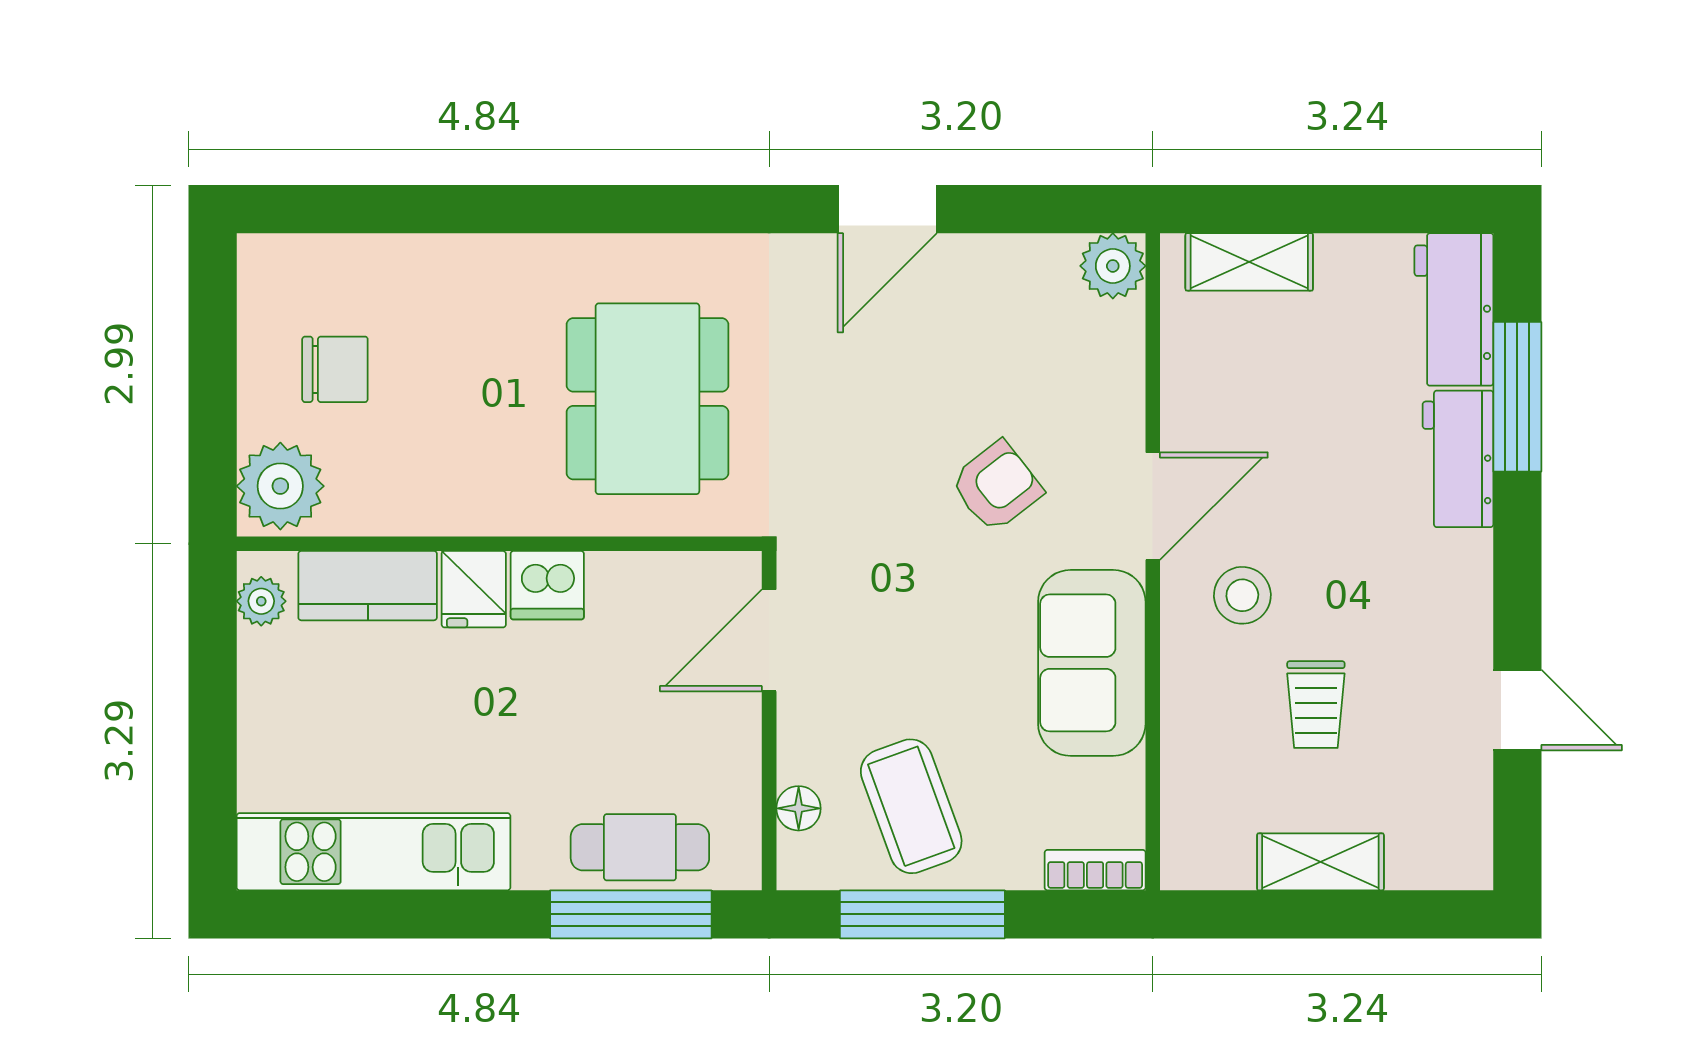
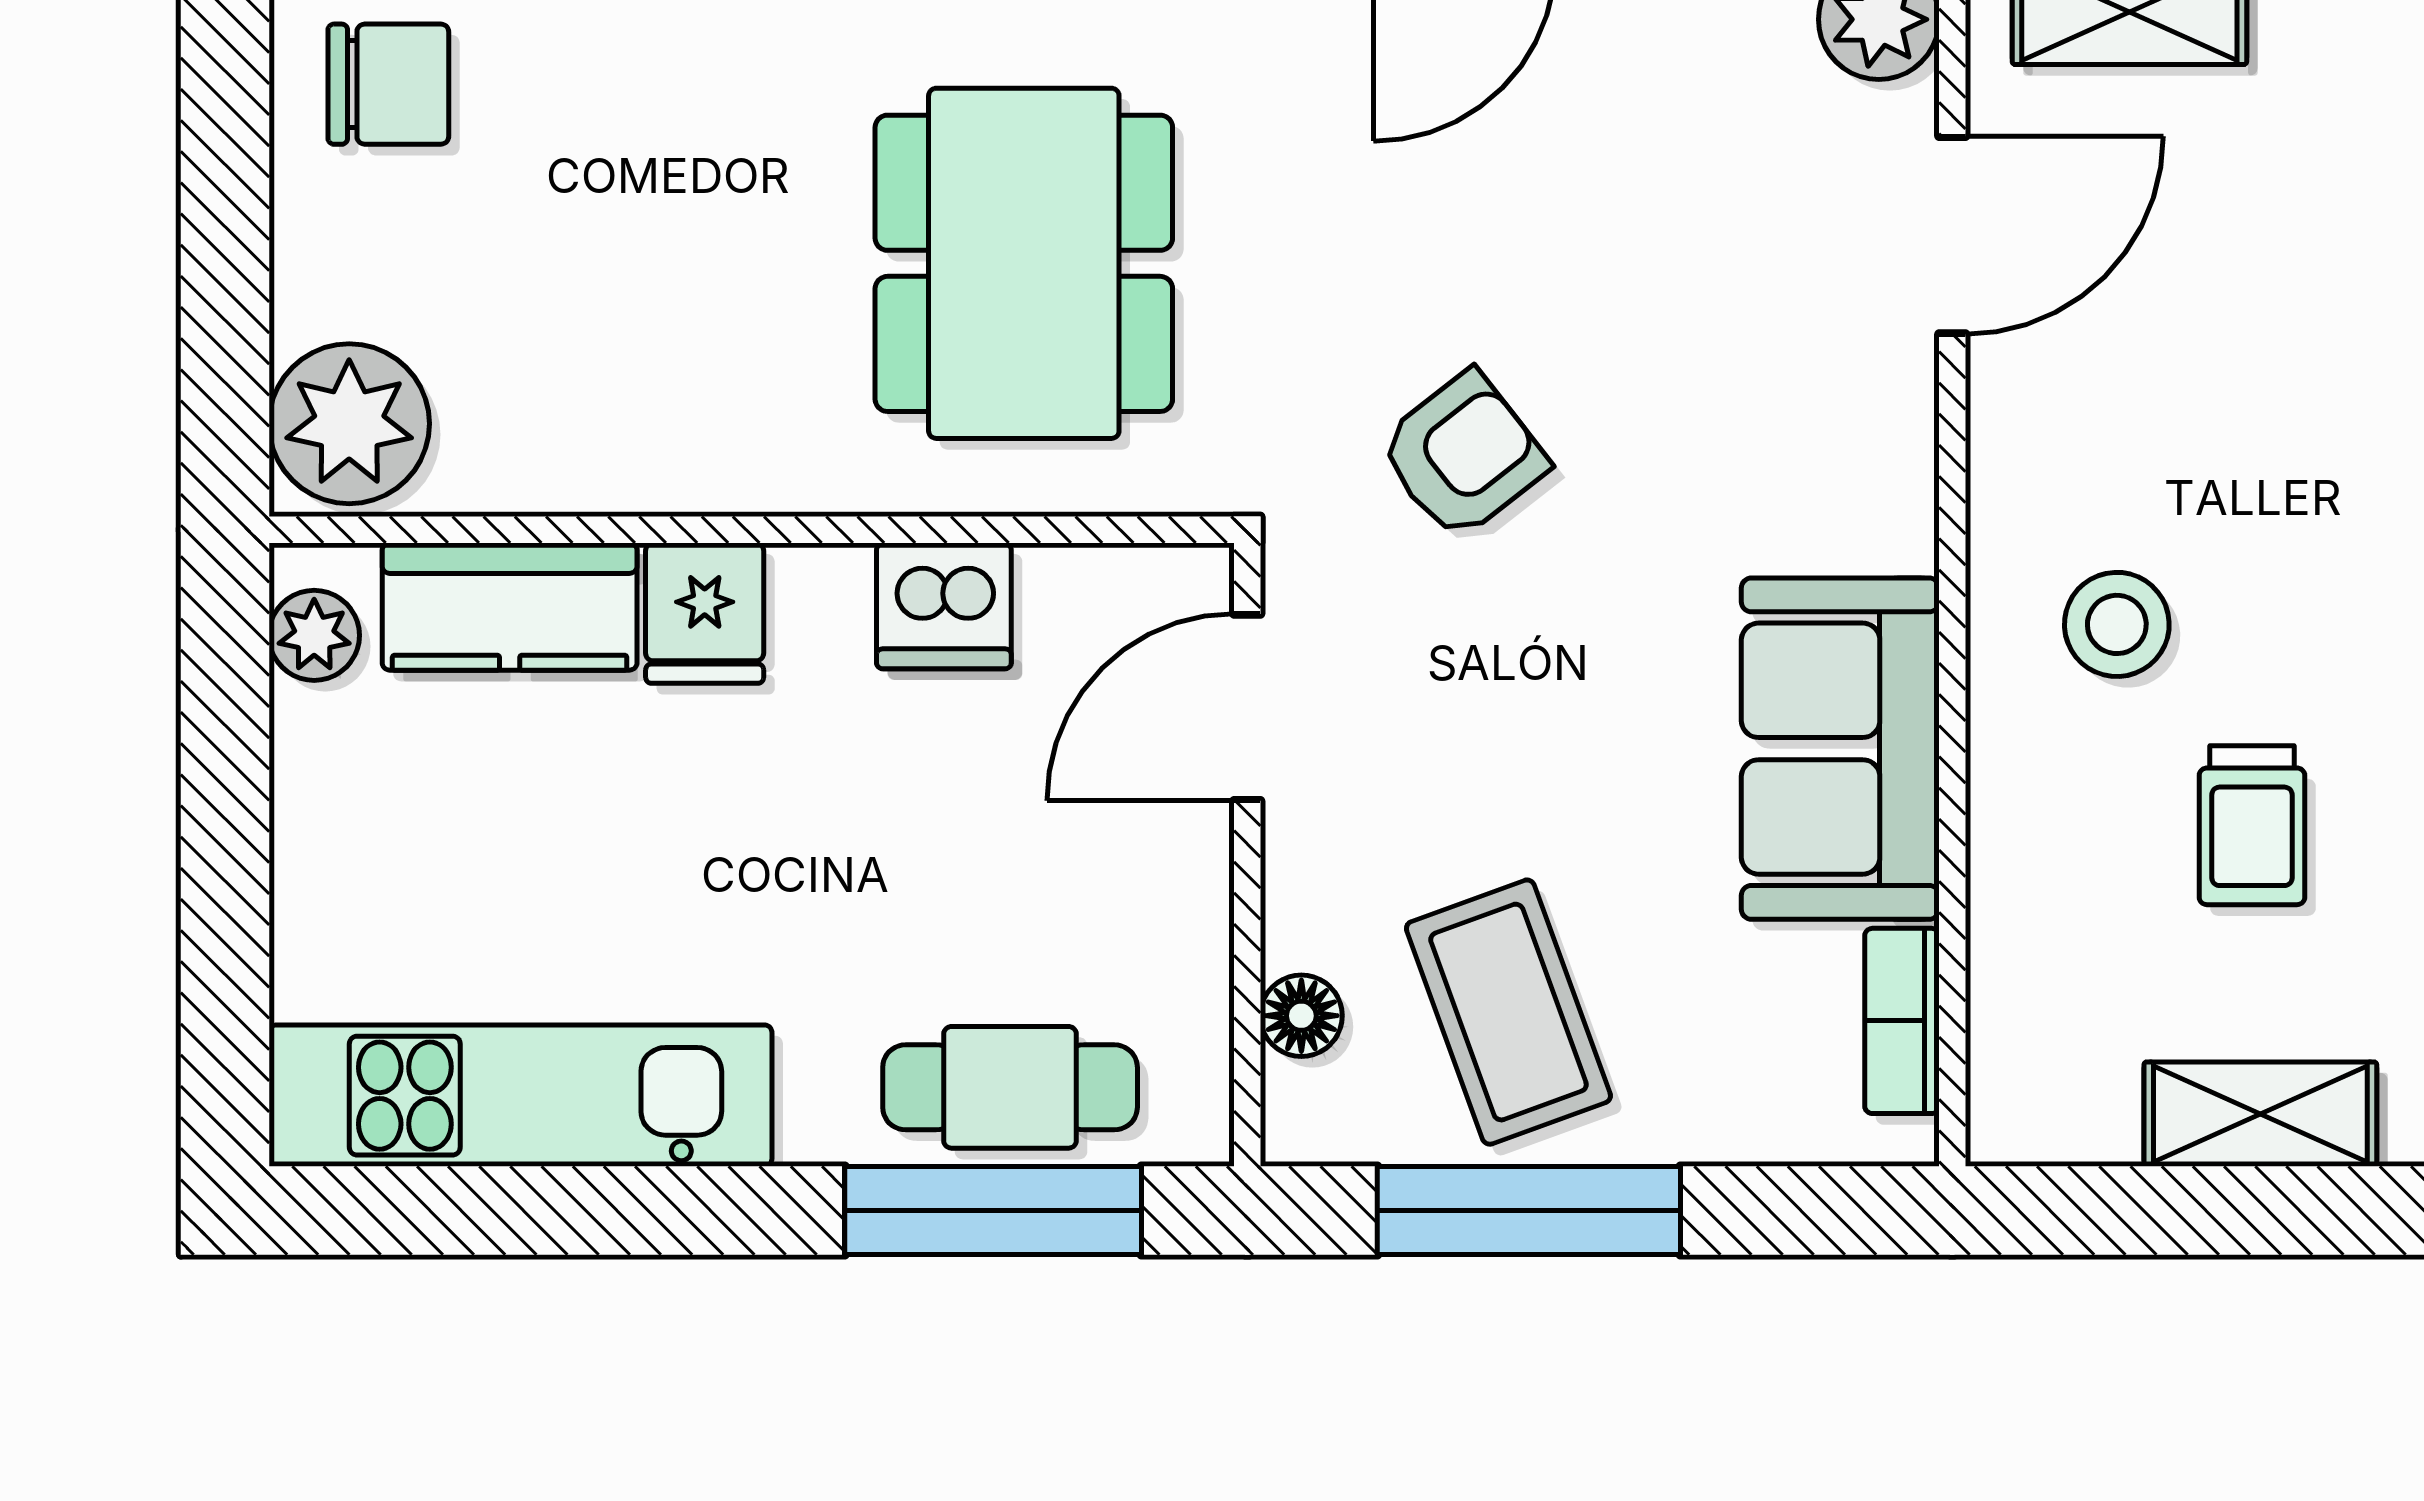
chair: (335, 369) -> (388, 84), moved
armchair: (997, 486) -> (1463, 455), moved
door: (1153, 506) -> (1952, 235), moved
dishwasher: (547, 585) -> (944, 606), moved
bookcase: (1095, 870) -> (1902, 1021), moved, turned -90

